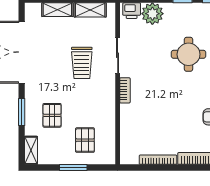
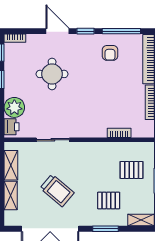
trolley: (82, 63) -> (57, 190), moved, turned 40
bookcase: (125, 90) -> (119, 133), moved

